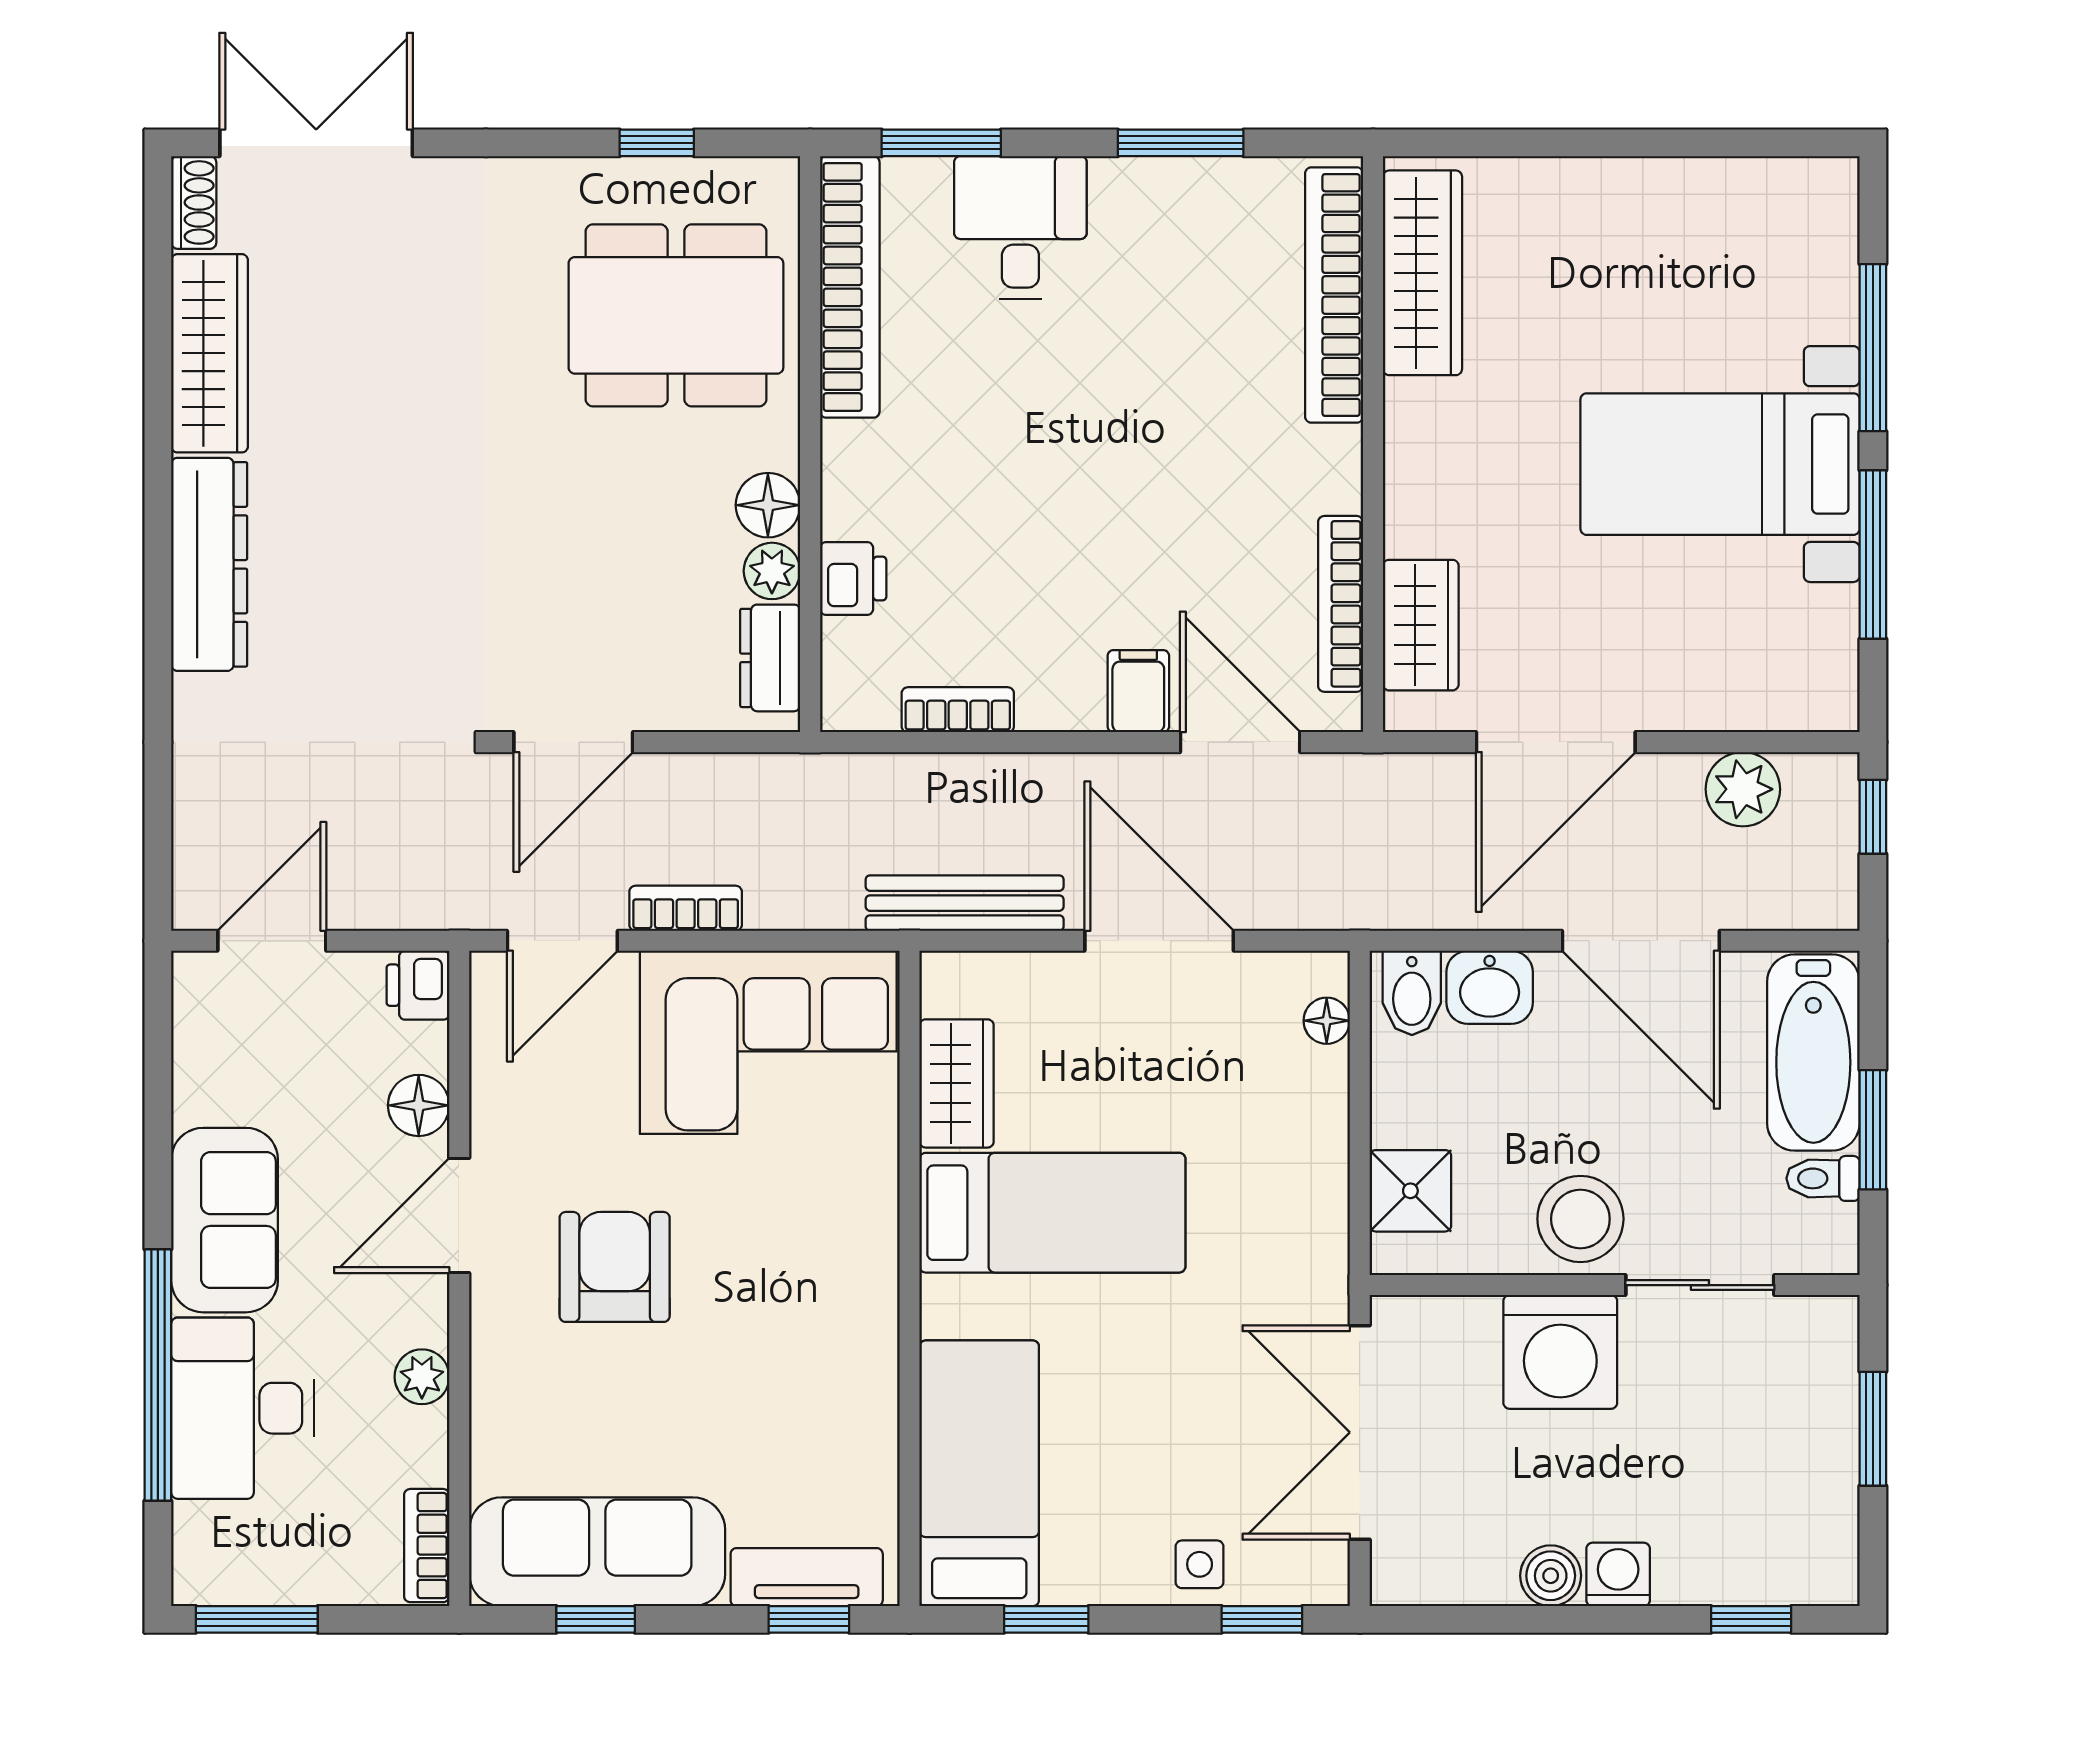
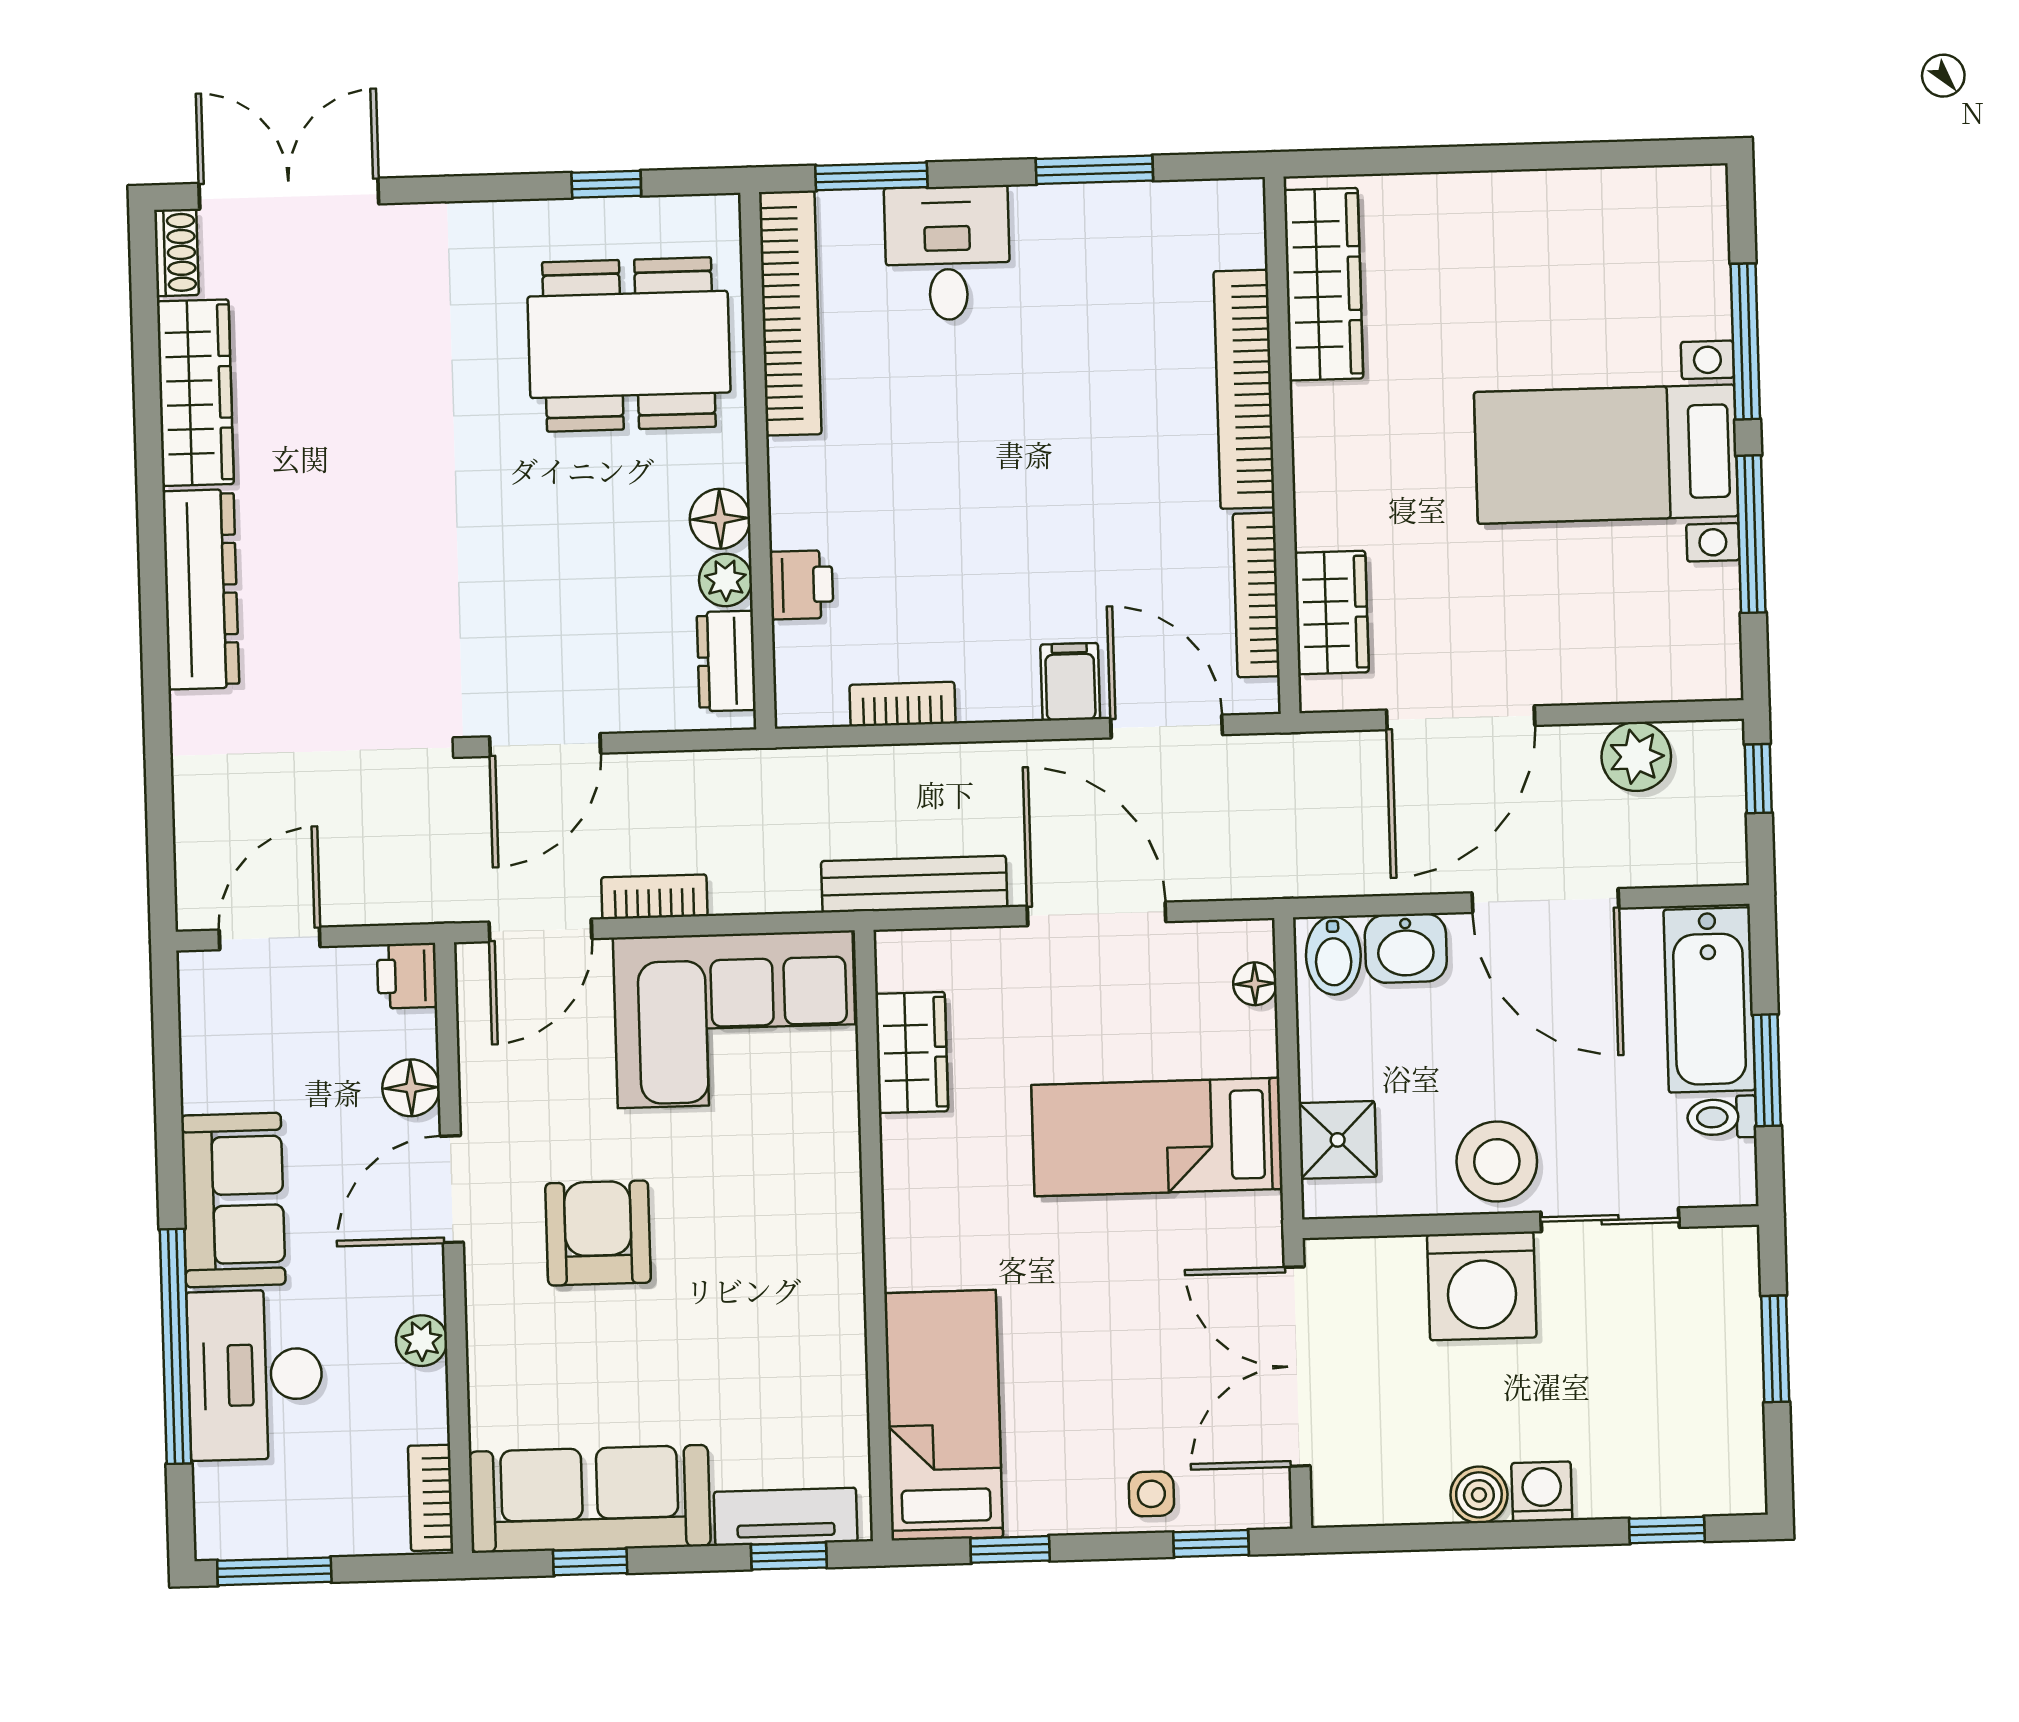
bookcase: (1334, 295) -> (1244, 389), moved
bed: (1052, 1213) -> (1157, 1137), moved, turned 180

